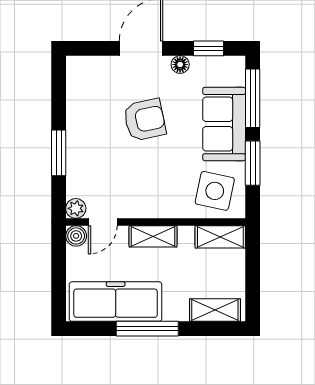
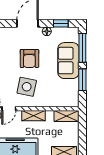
armchair: (145, 120) -> (29, 58), turned 102
side table: (215, 191) -> (27, 87), moved

